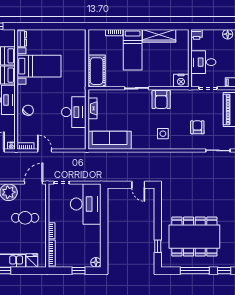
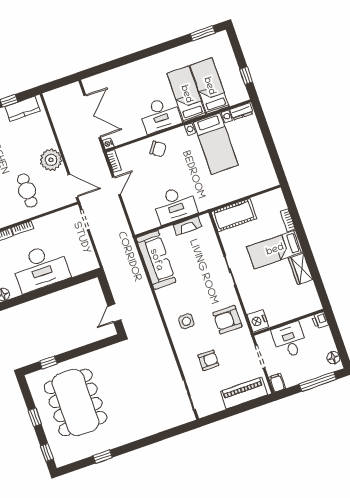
wardrobe: (159, 36) -> (301, 269), width x0.67
armchair: (161, 100) -> (227, 320), moved
desk: (86, 204) -> (41, 268), moved
window: (195, 271) -> (35, 417), width x0.46

